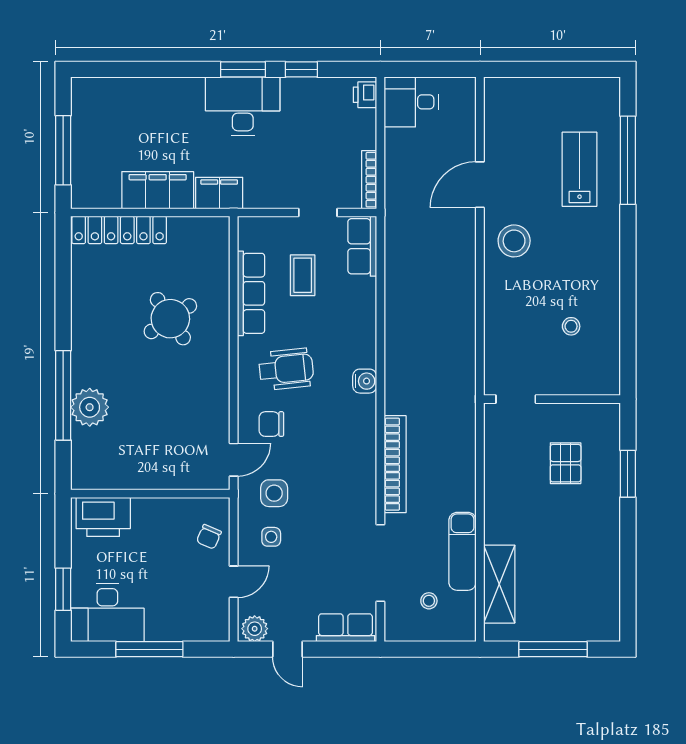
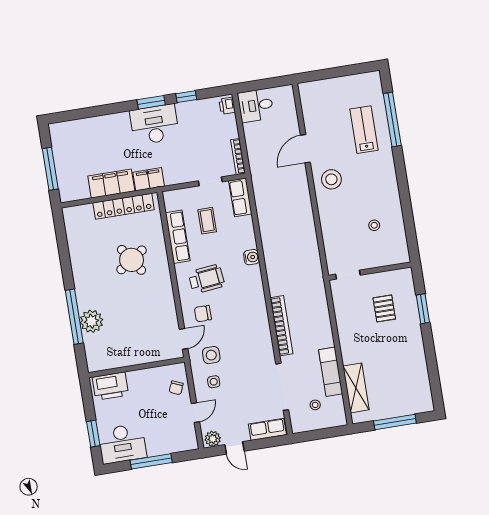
locker: (119, 230) -> (124, 206), moved
water cooler: (365, 381) -> (251, 257), moved

